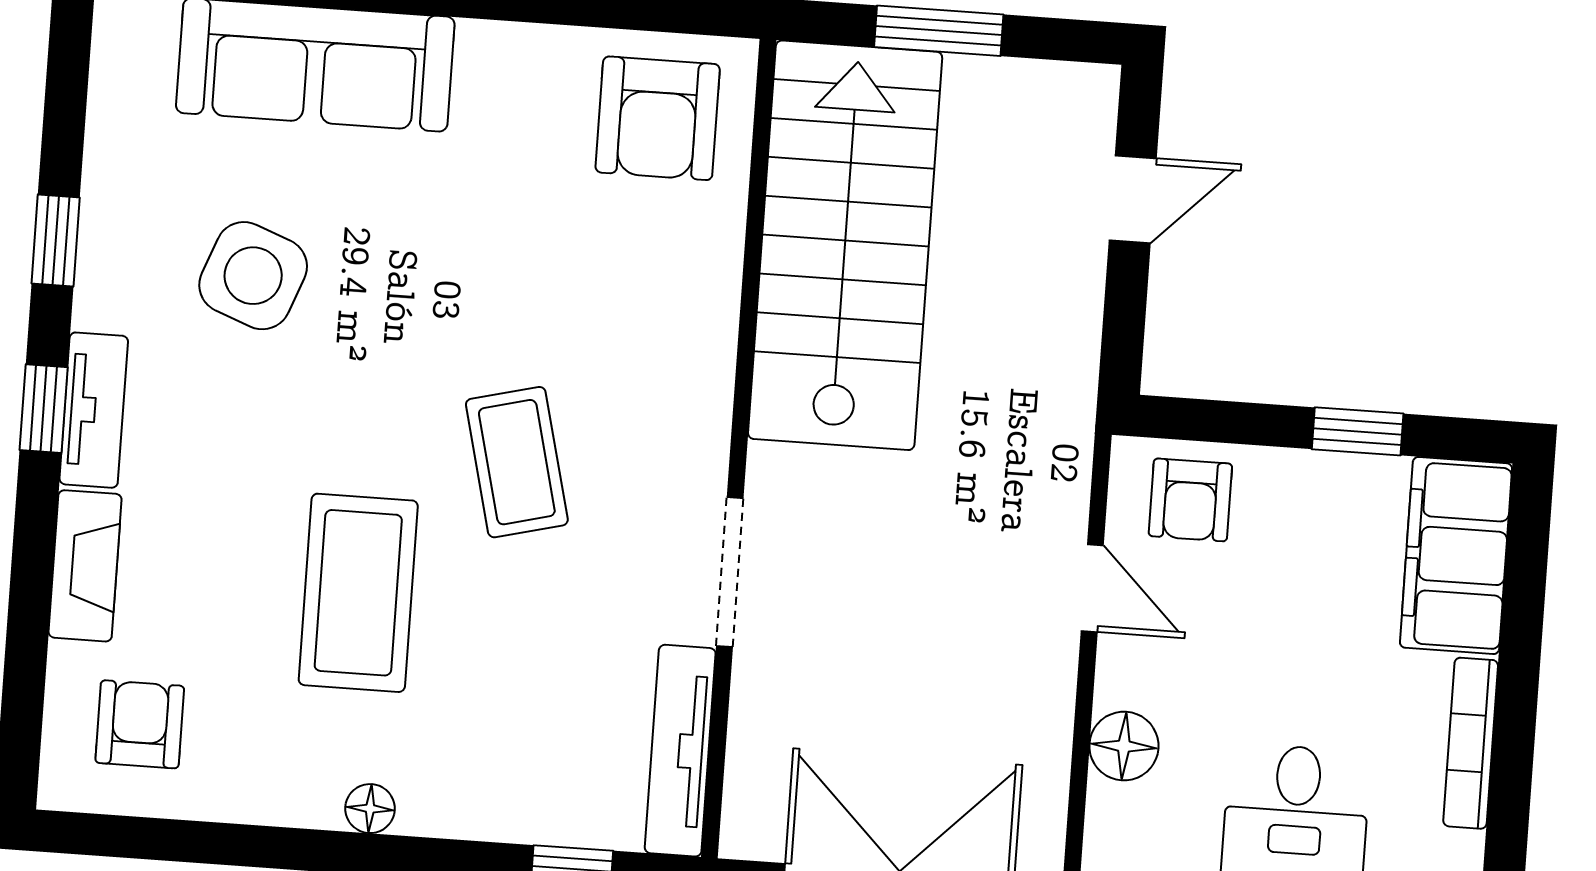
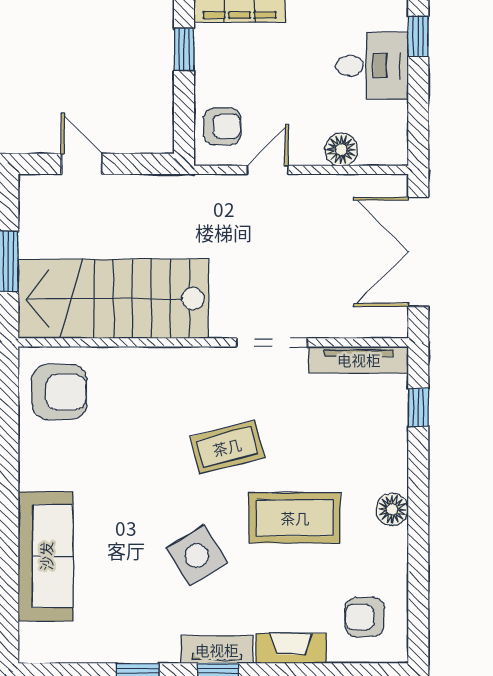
side table: (253, 276) -> (197, 556), moved, turned 37
floor lamp: (370, 809) -> (392, 509), width x1.37, depth x1.37

